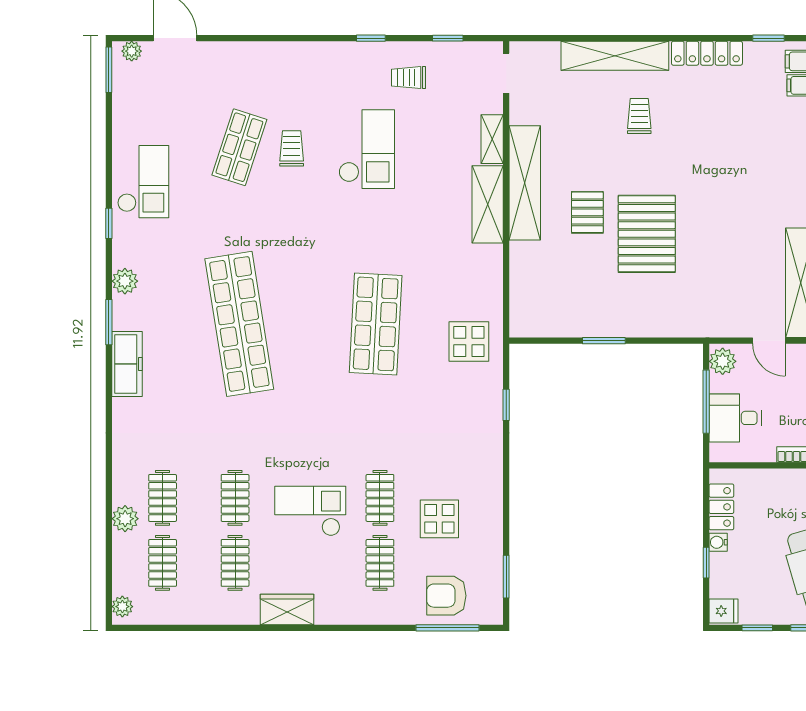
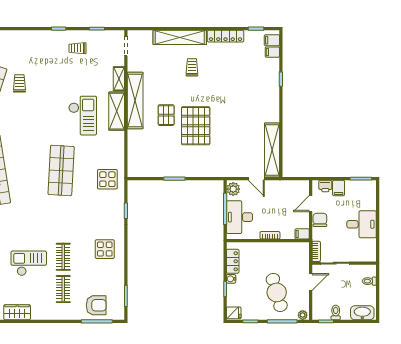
checkout: (367, 149) -> (83, 116), moved
desk: (735, 418) -> (239, 217), width x1.37
display table: (439, 519) -> (105, 249), moved
armchair: (446, 596) -> (96, 305), turned 180

